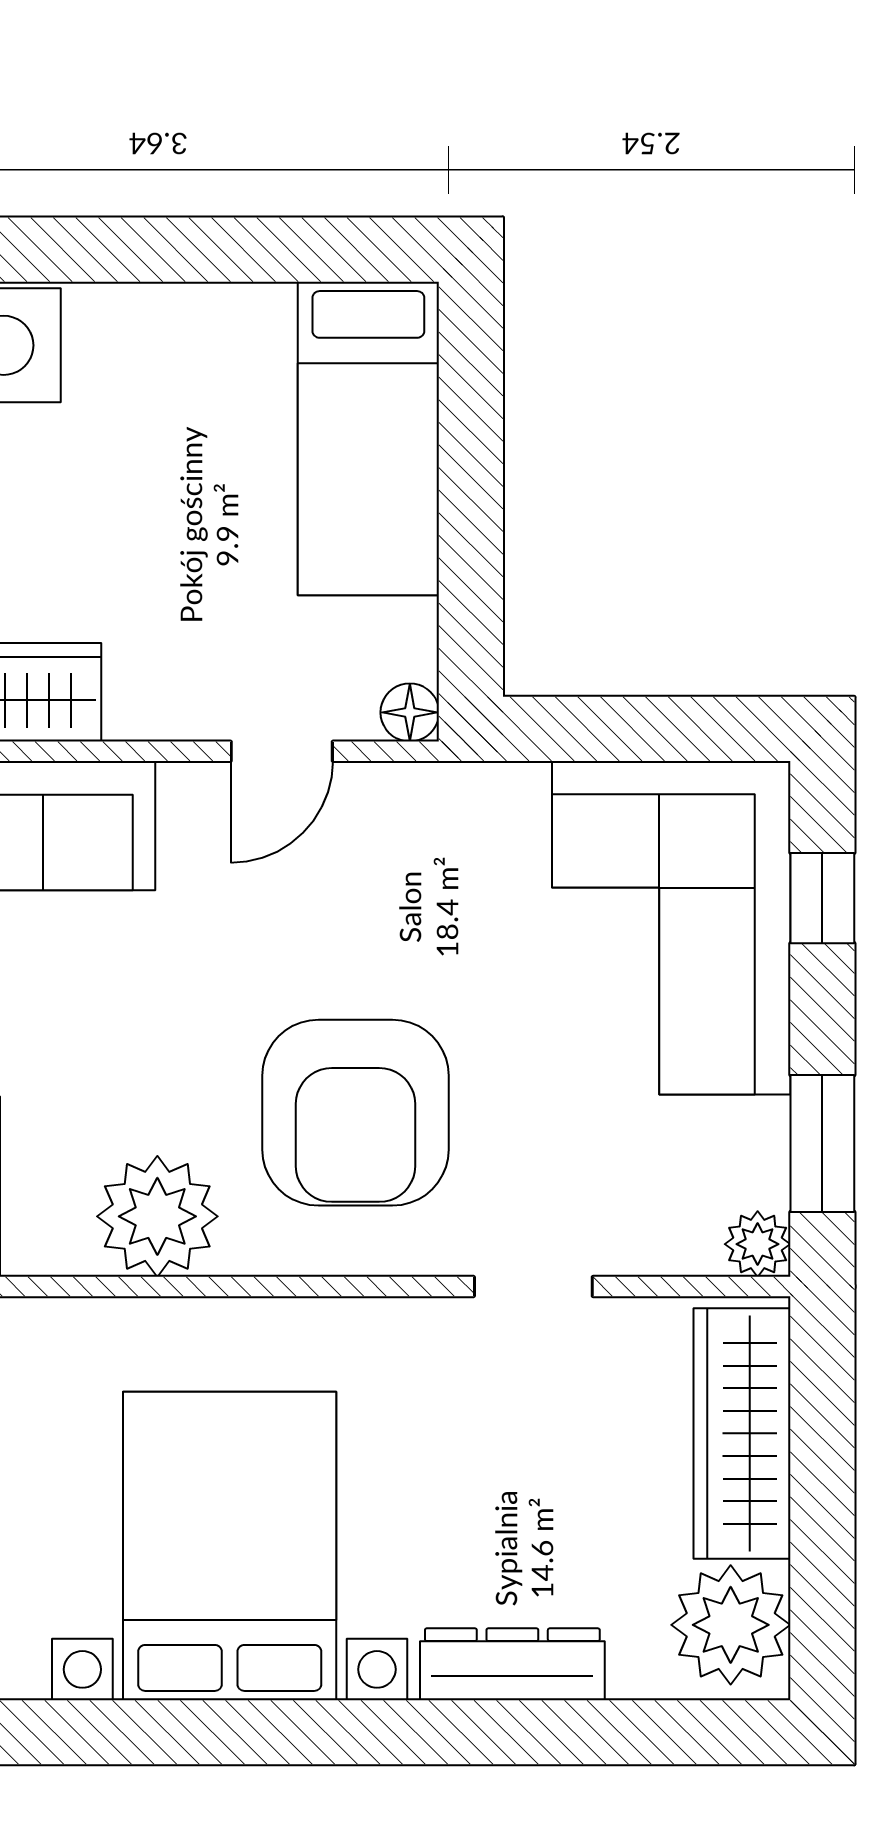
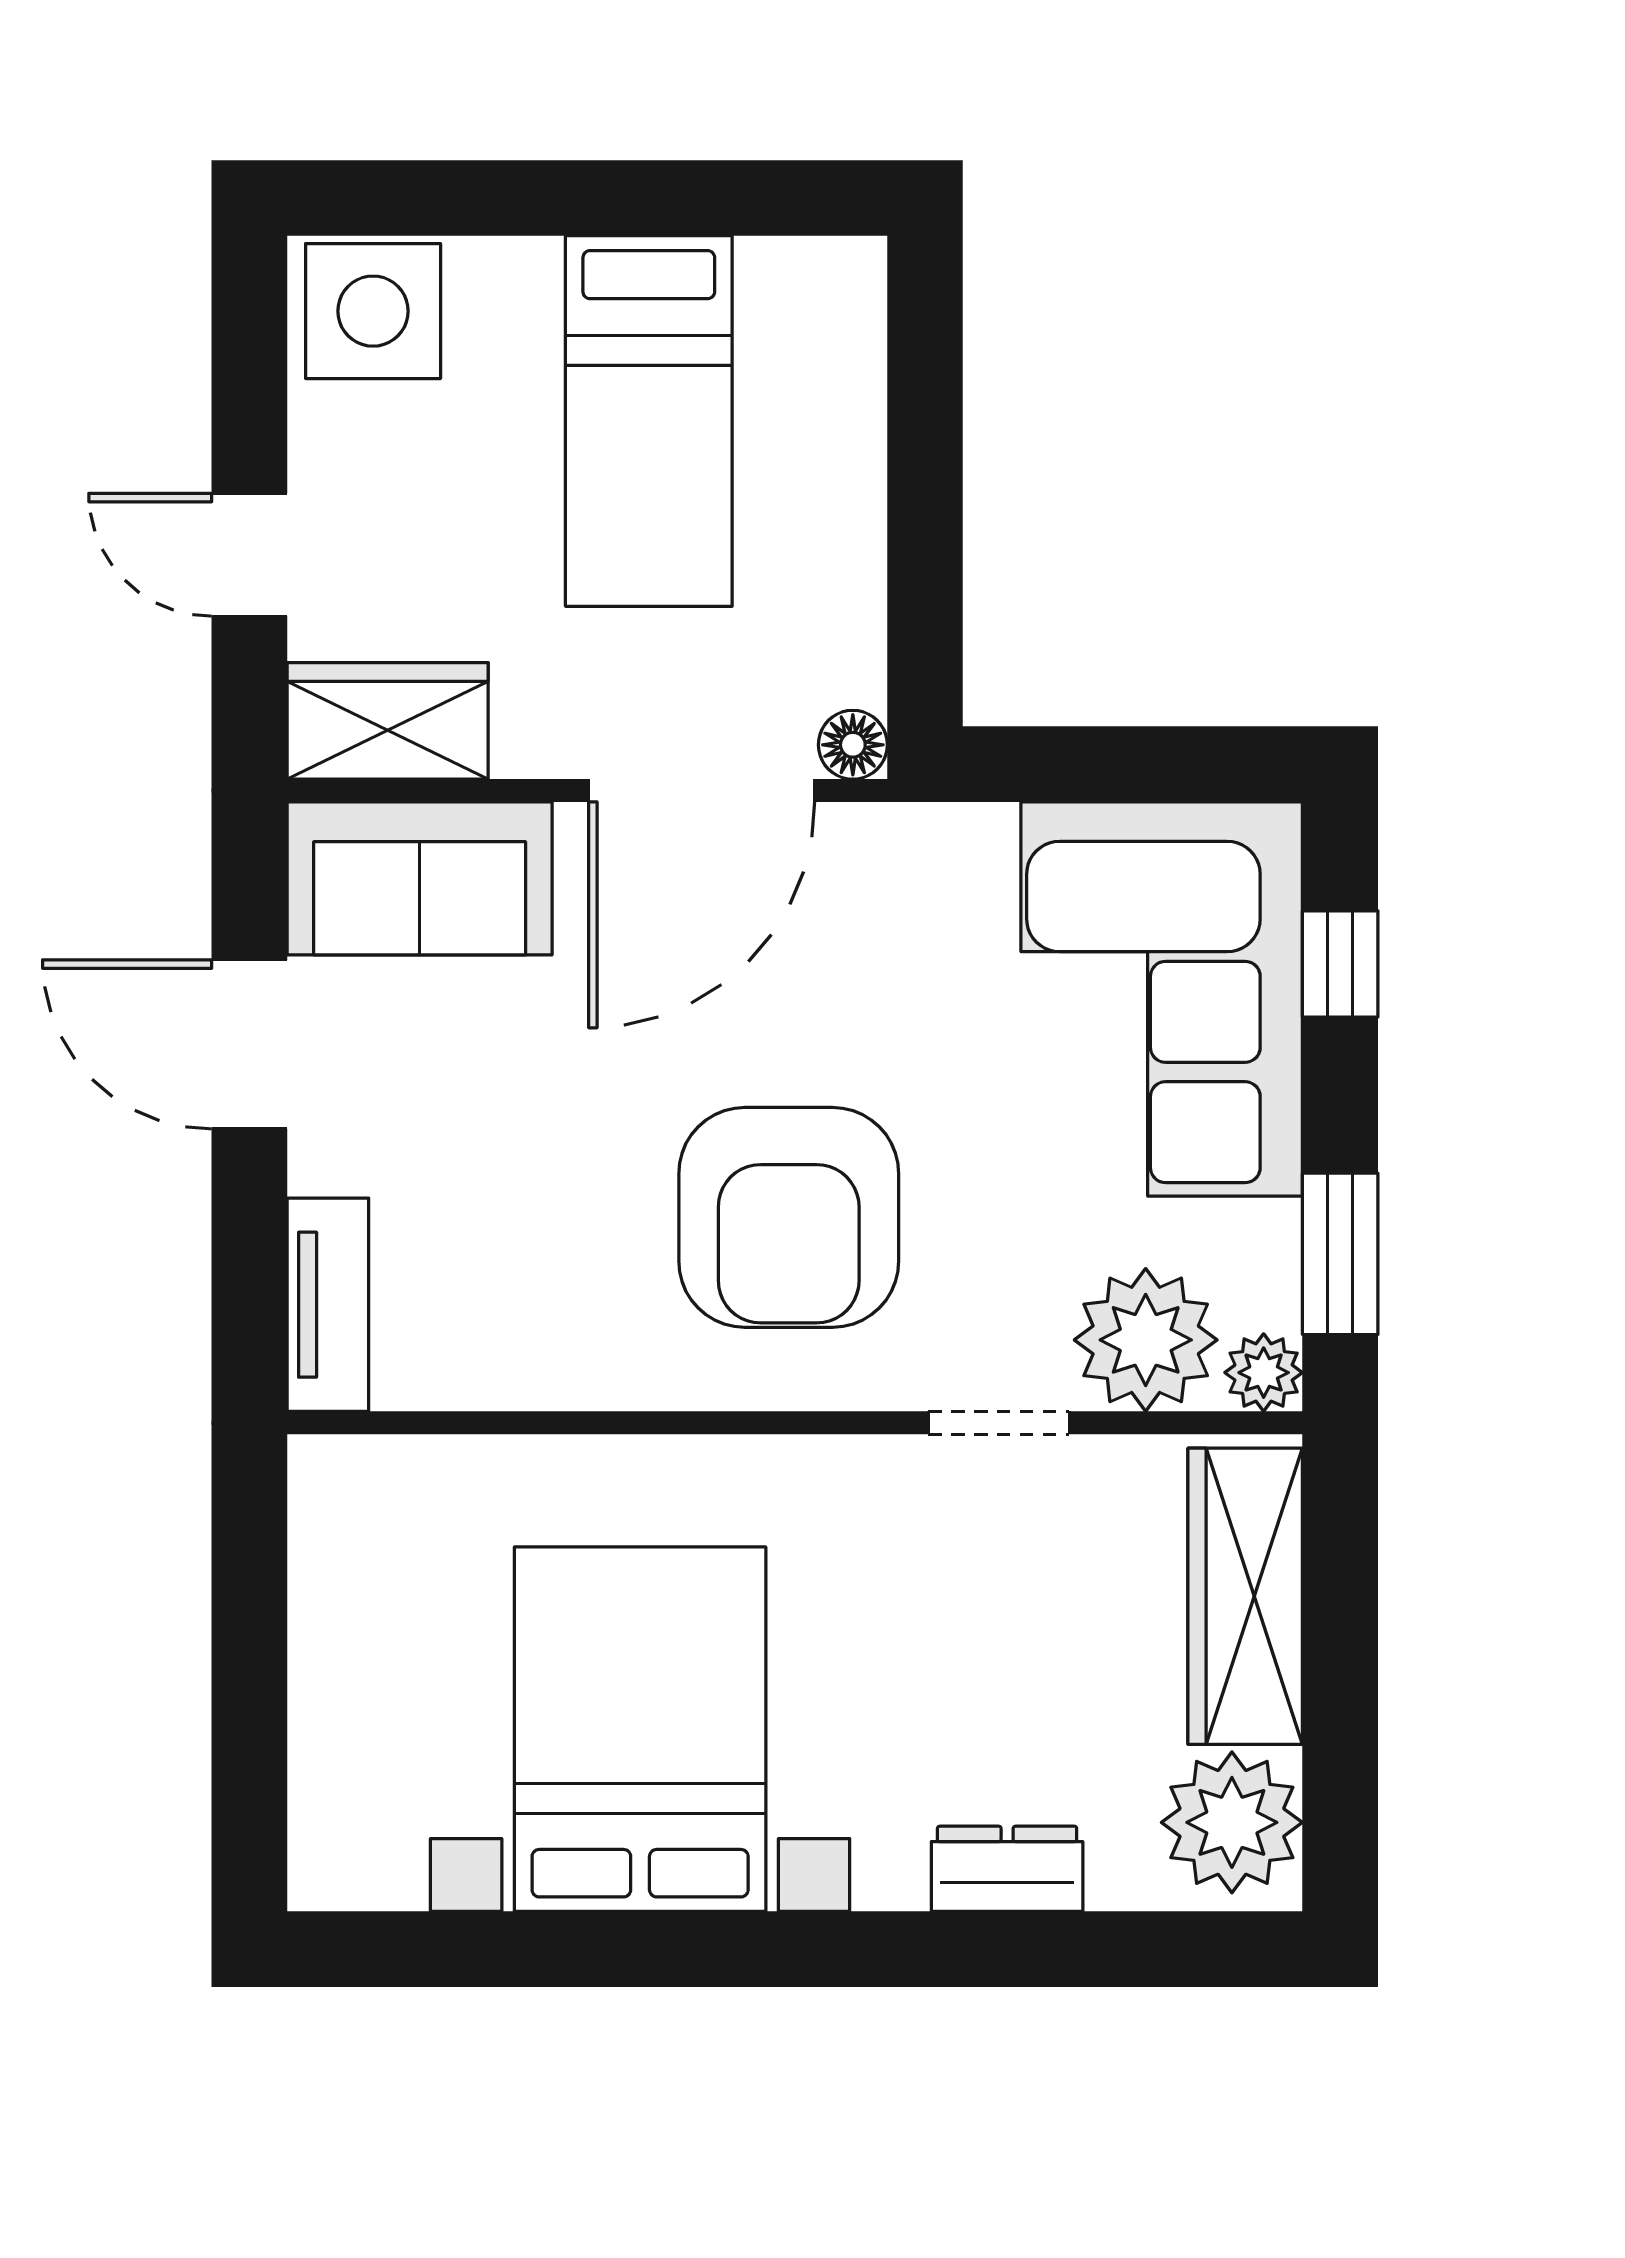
bed: (368, 438) -> (649, 421), moved
door: (282, 751) -> (702, 791), width x1.88
plant: (157, 1216) -> (1146, 1340), moved
dresser: (512, 1664) -> (1007, 1869), width x0.70

